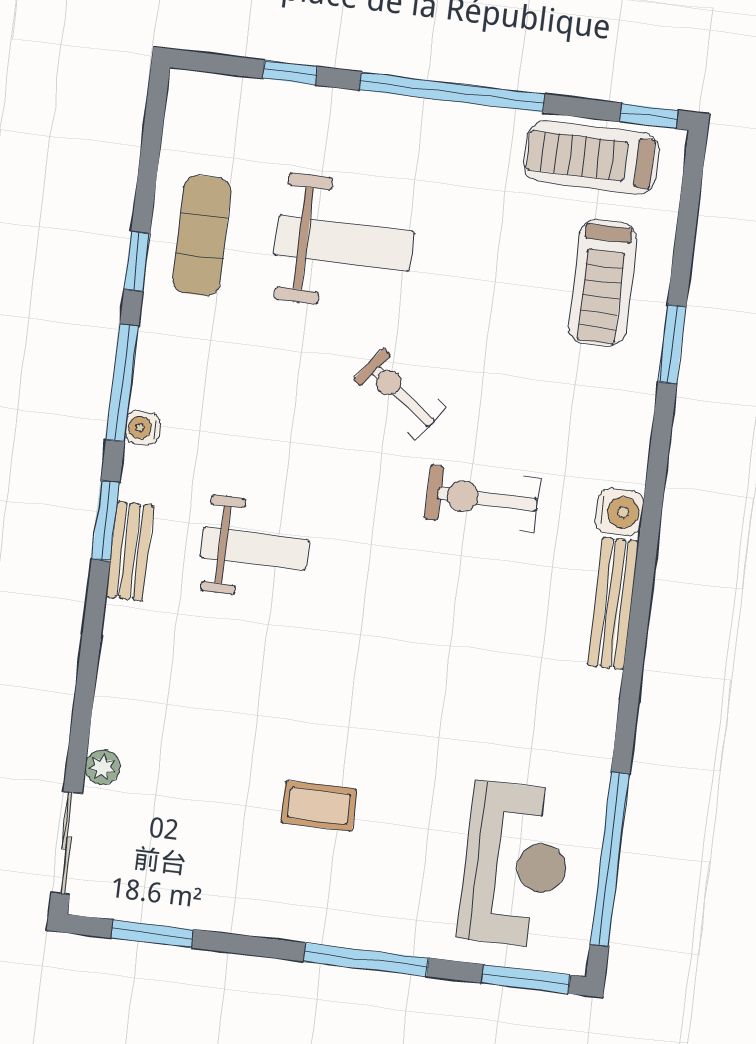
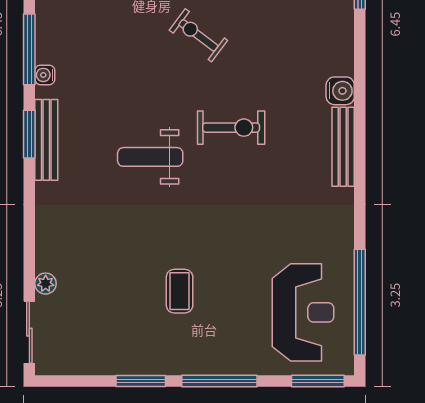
exercise bike: (482, 498) -> (231, 128), moved, turned 180
weight bench: (255, 548) -> (150, 157), moved, turned 180
bench: (130, 551) -> (46, 140), width x1.36
coffee table: (319, 806) -> (180, 291), turned 90
window: (152, 934) -> (141, 381), moved

